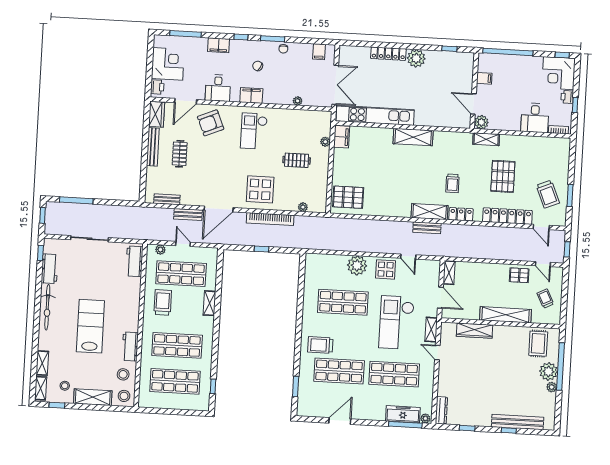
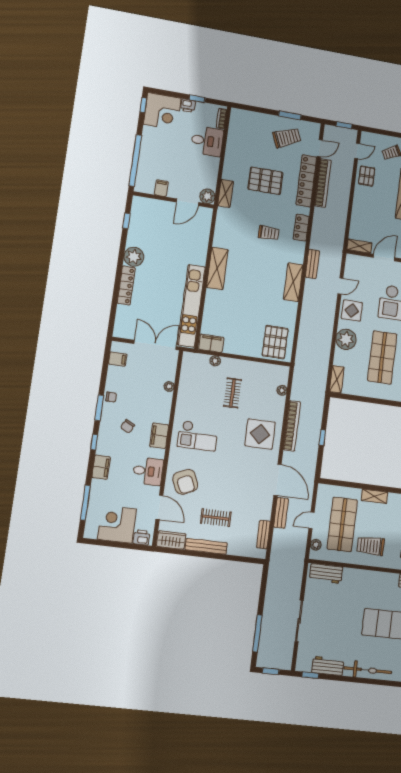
shelving: (430, 212) -> (293, 282), moved
bookcase: (507, 232) -> (323, 183), added
shelving: (318, 259) -> (337, 379), added

